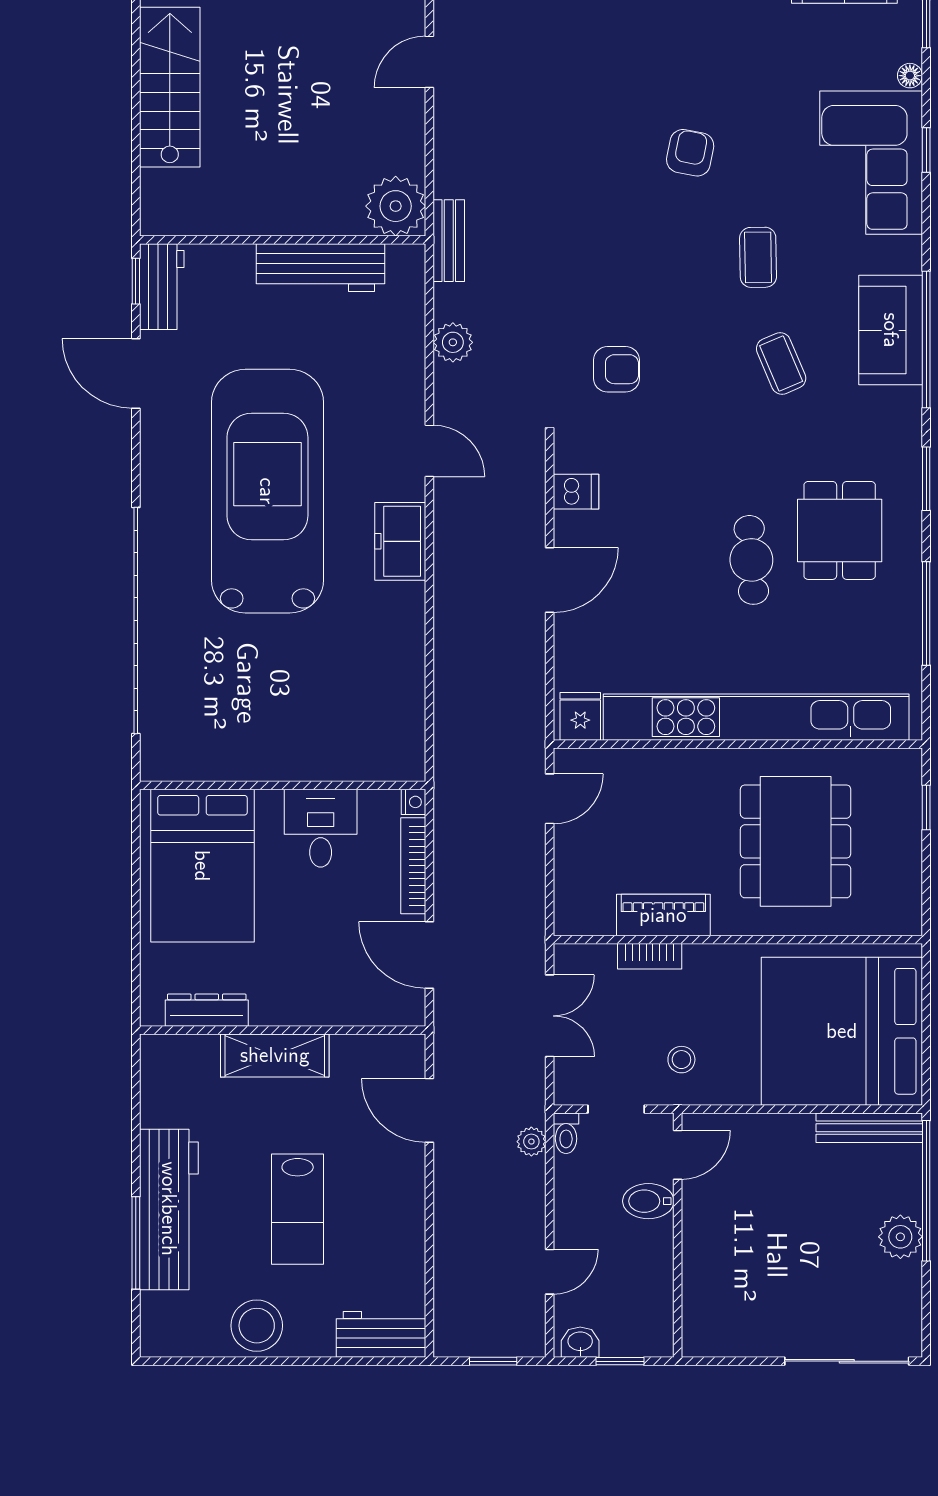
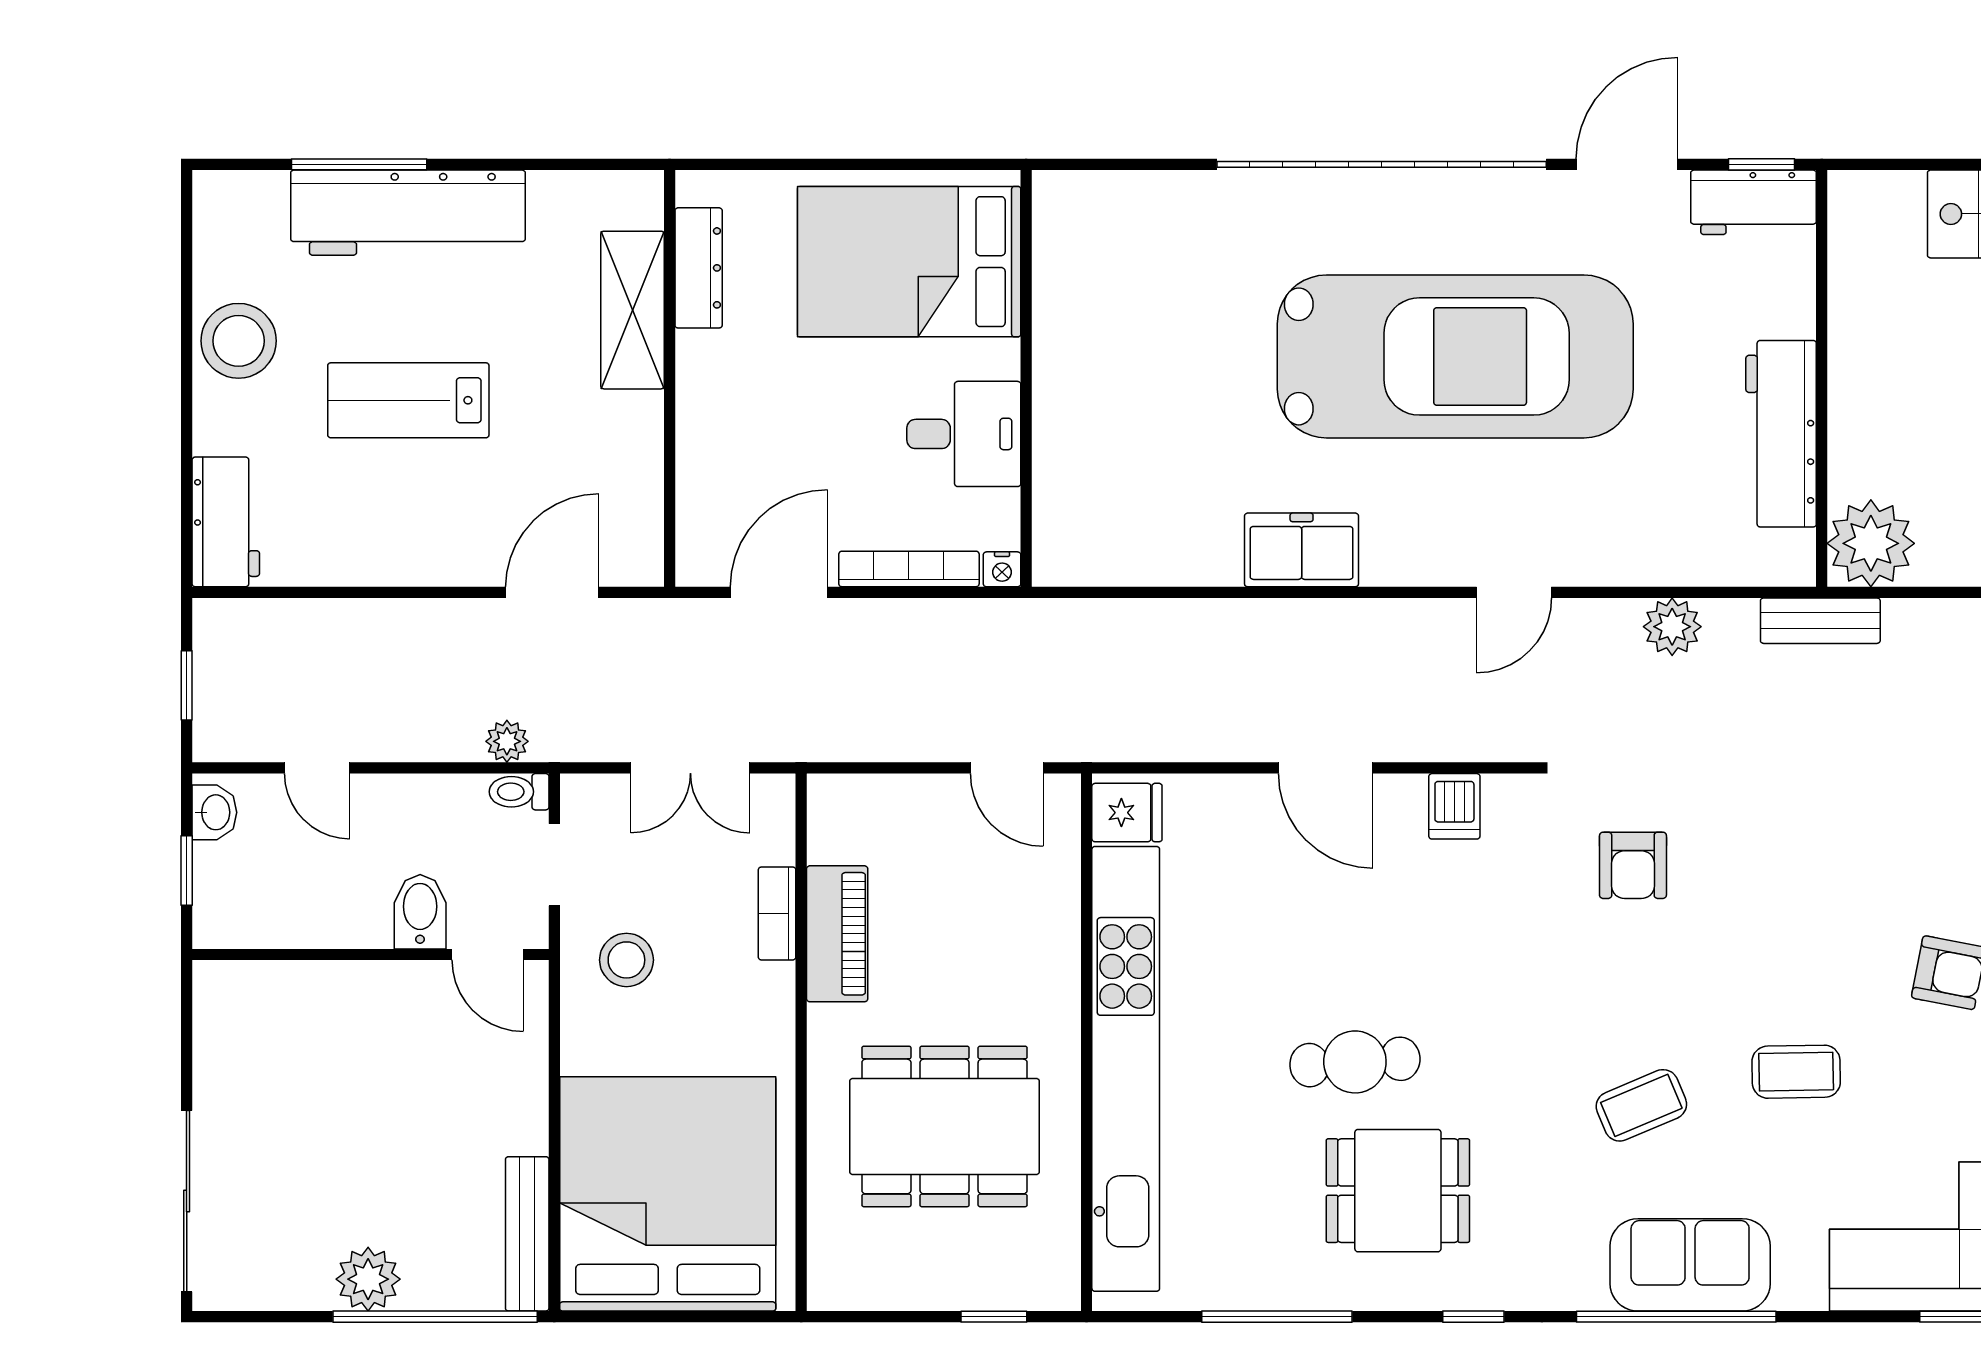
window: (926, 479) -> (1473, 1317), width x0.67
freezer: (400, 541) -> (1302, 550), moved
garage door: (136, 621) -> (1382, 164), moved
shelving: (275, 1055) -> (632, 310), moved
stool: (681, 1060) -> (626, 960), width x1.37, depth x1.37

